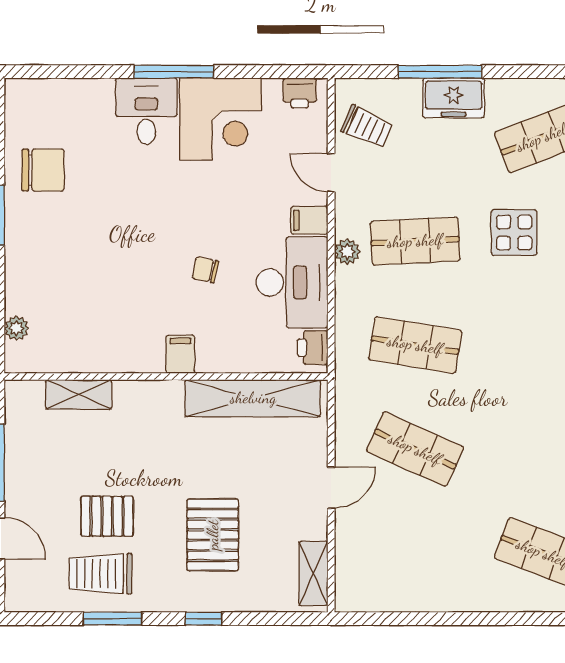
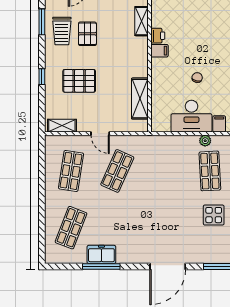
shop shelf: (415, 345) -> (71, 171), moved
printer: (313, 348) -> (158, 36), moved, turned 90
filing cabinet: (180, 354) -> (160, 51), moved
shelving: (253, 398) -> (140, 99), width x0.68
trolley: (101, 574) -> (62, 31), turned 180
window: (112, 619) -> (42, 22), moved

